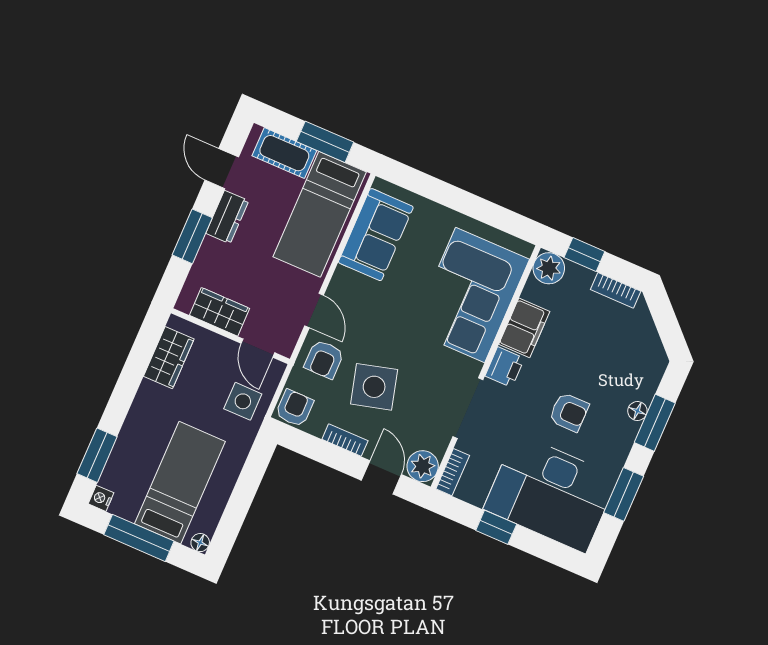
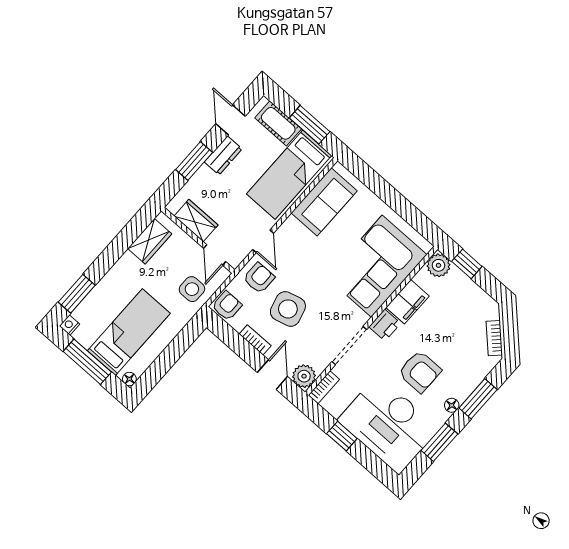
bookcase: (616, 290) -> (494, 338), moved, turned 45
armchair: (324, 359) -> (259, 278), turned 180
floor lamp: (637, 411) -> (452, 405), moved
armchair: (569, 412) -> (420, 372), width x1.38, depth x1.38

